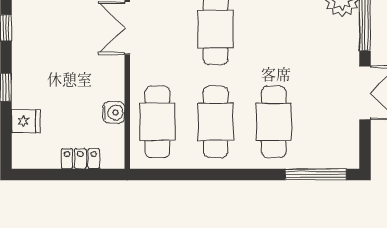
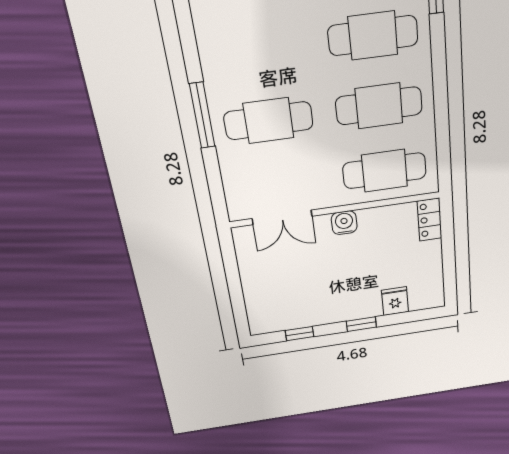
water cooler: (114, 113) -> (344, 223), moved
locker: (80, 159) -> (430, 220), moved

